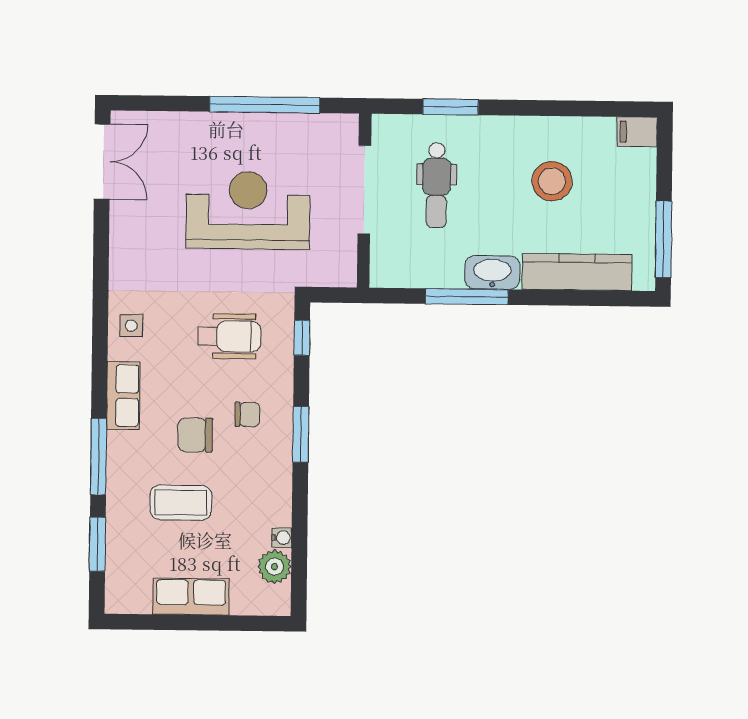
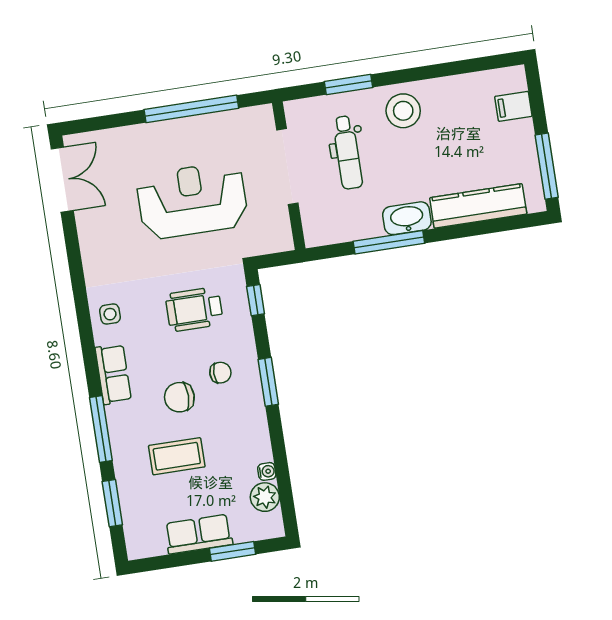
filing cabinet: (637, 132) -> (513, 106), moved
stool: (552, 181) -> (403, 111), moved
wheelchair: (229, 336) -> (194, 309), turned 180
window: (227, 623) -> (232, 551), added

